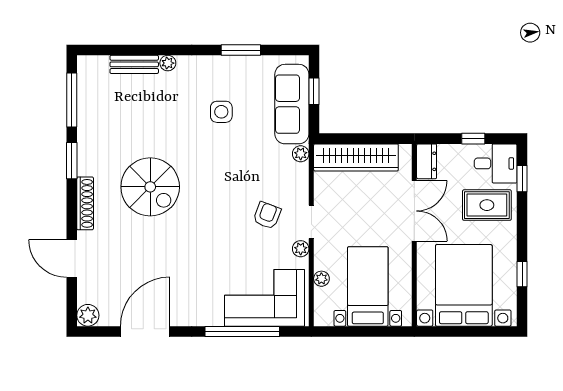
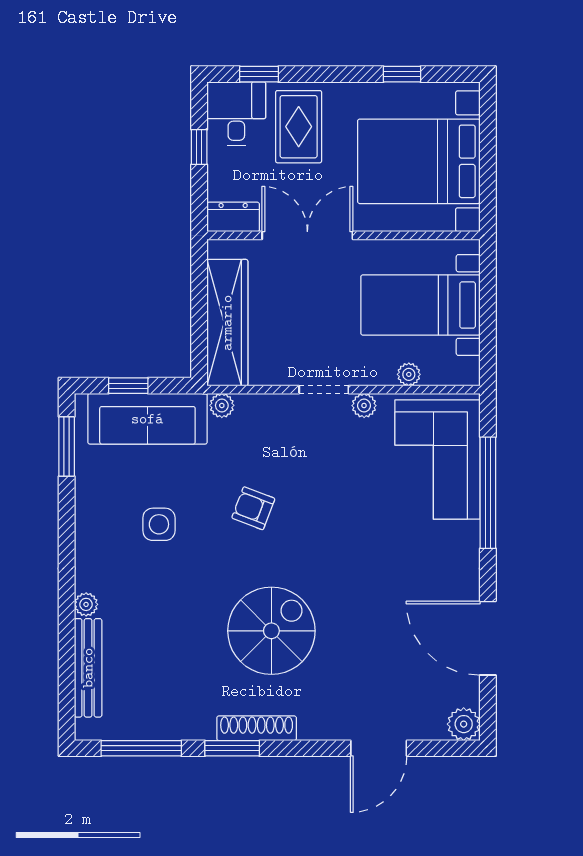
window: (241, 50) -> (67, 446), moved
bench: (134, 64) -> (88, 668), width x1.36
shoe rack: (85, 203) -> (257, 728), moved
armchair: (267, 215) -> (253, 508), moved

